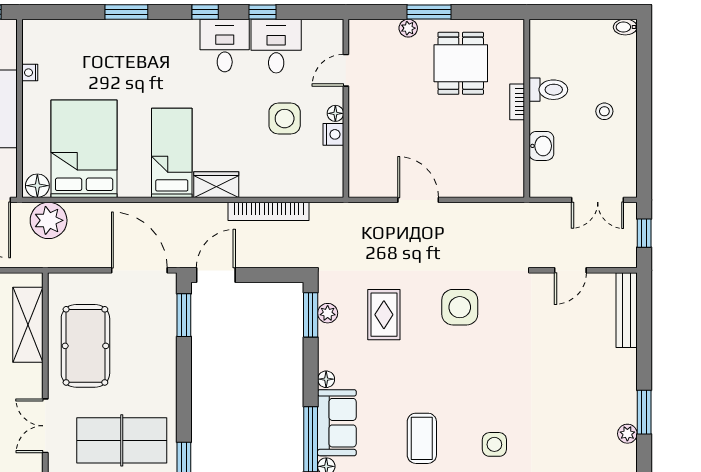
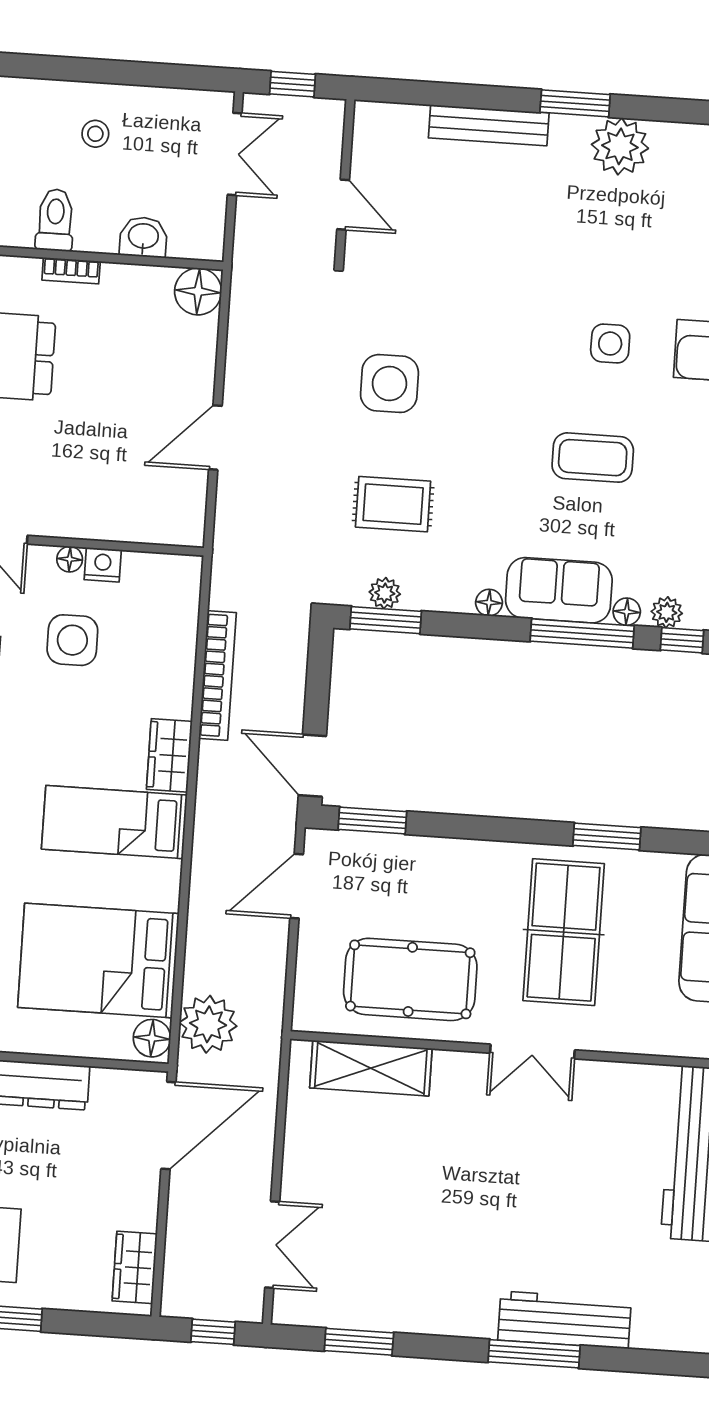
floor lamp: (510, 183) -> (198, 291), added
door: (139, 270) -> (297, 886), width x0.73
bench: (627, 310) -> (489, 125), moved
plant: (627, 434) -> (620, 146), width x1.87, depth x1.87

